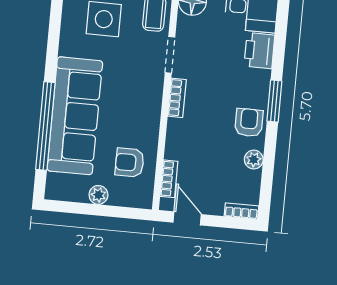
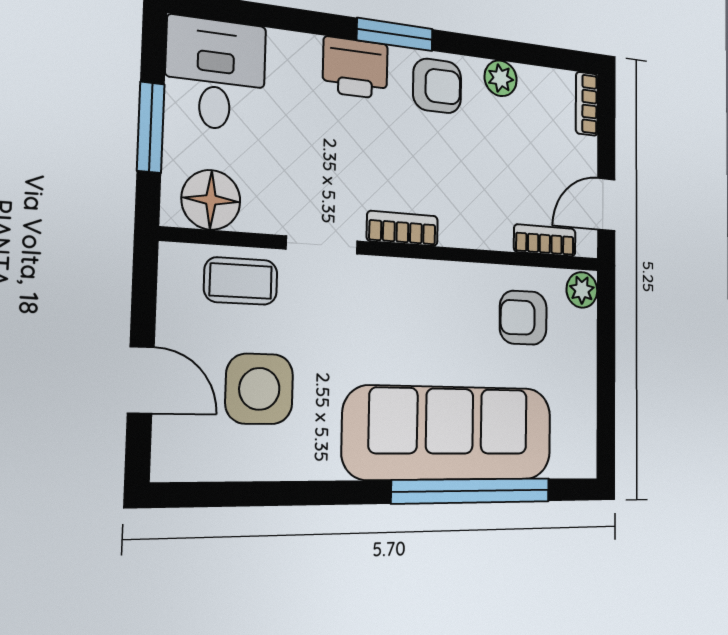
printer: (259, 51) -> (355, 68), moved
armchair: (249, 123) -> (437, 86), turned 180
armchair: (130, 163) -> (523, 318), turned 90
plant: (98, 195) -> (582, 290), moved

